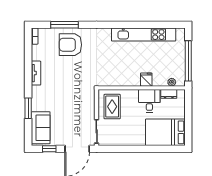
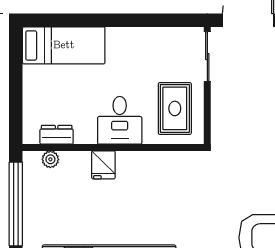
desk: (149, 101) -> (120, 120), moved
bed: (165, 132) -> (64, 45), width x0.67

